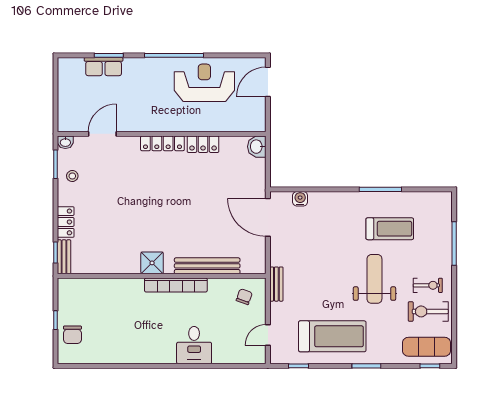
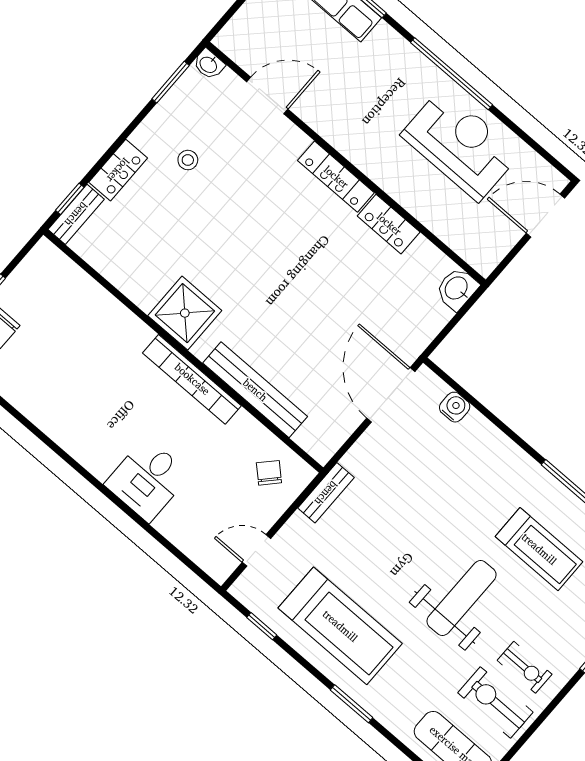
stool: (72, 176) -> (188, 160), moved
shower: (152, 263) -> (185, 313), width x1.36, depth x1.36
chair: (244, 297) -> (269, 473), turned -67

